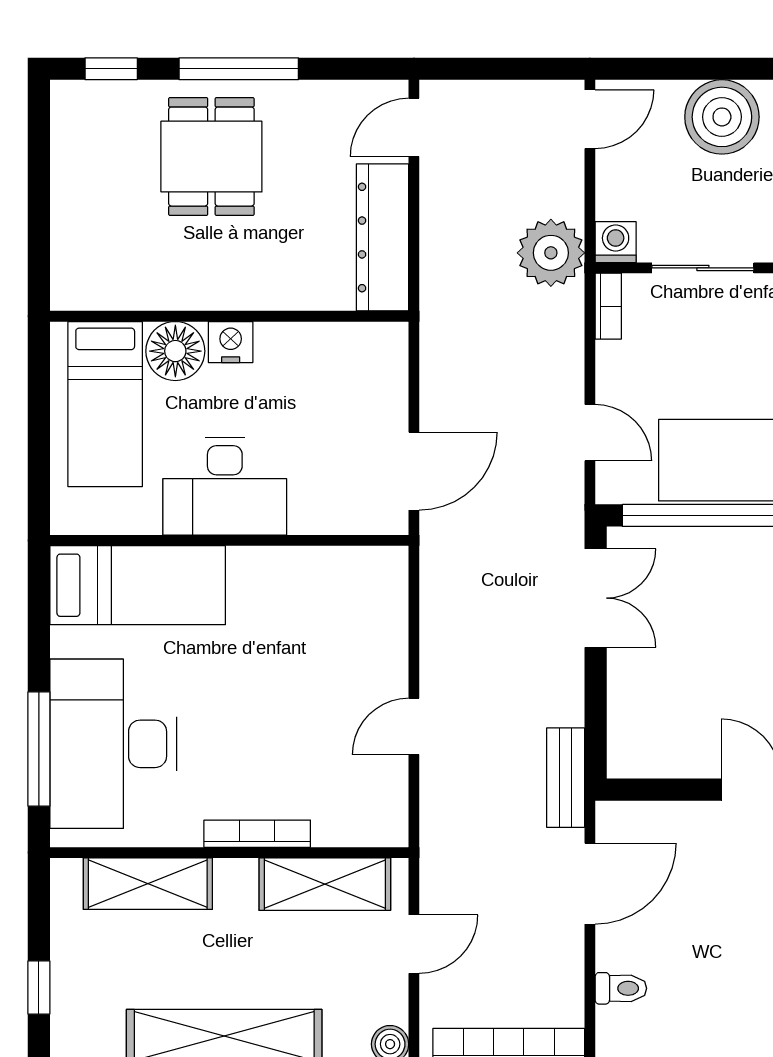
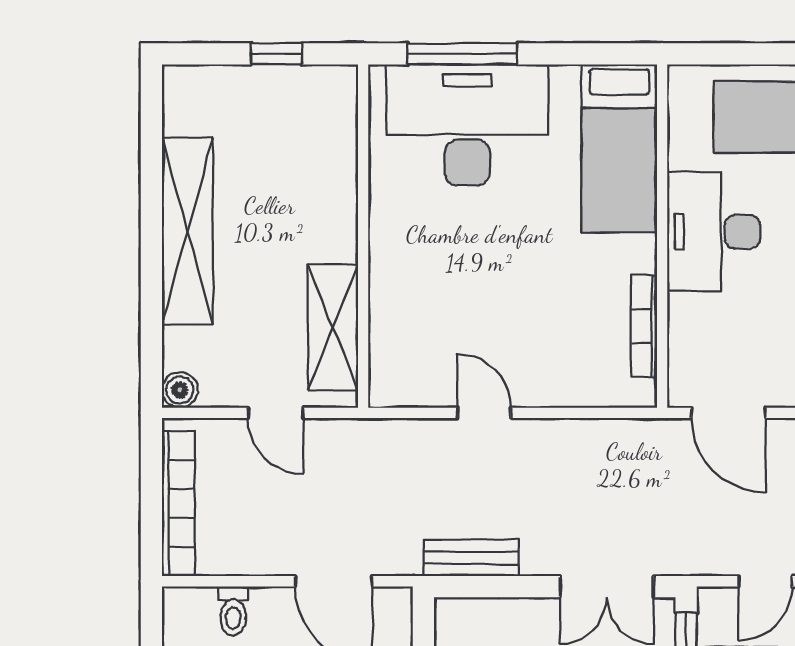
bench: (566, 778) -> (471, 558), moved
bookcase: (257, 834) -> (644, 326), moved, turned 180
shelving: (148, 884) -> (333, 158), removed
window: (39, 988) -> (277, 54), moved

